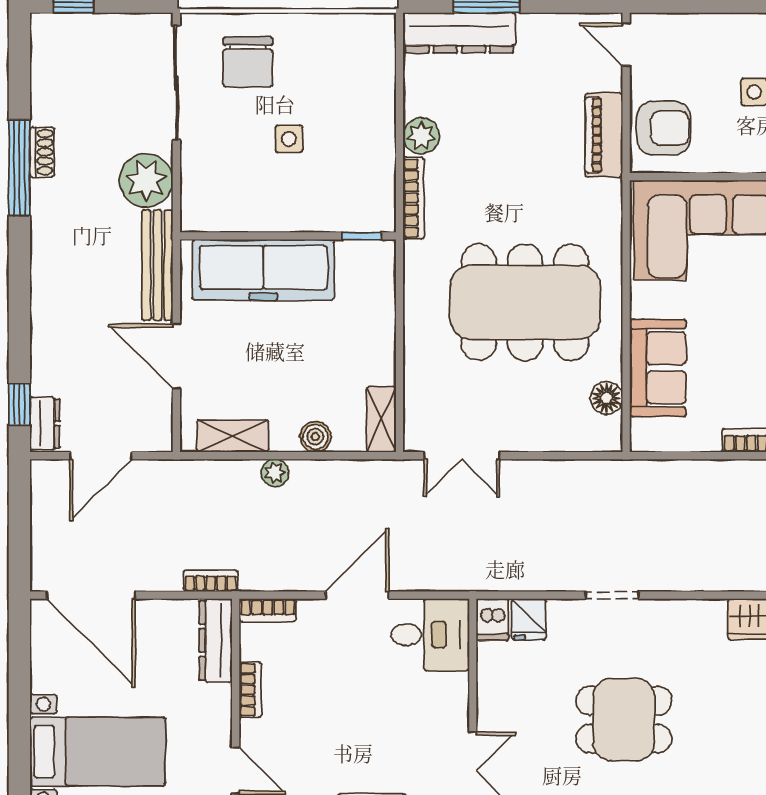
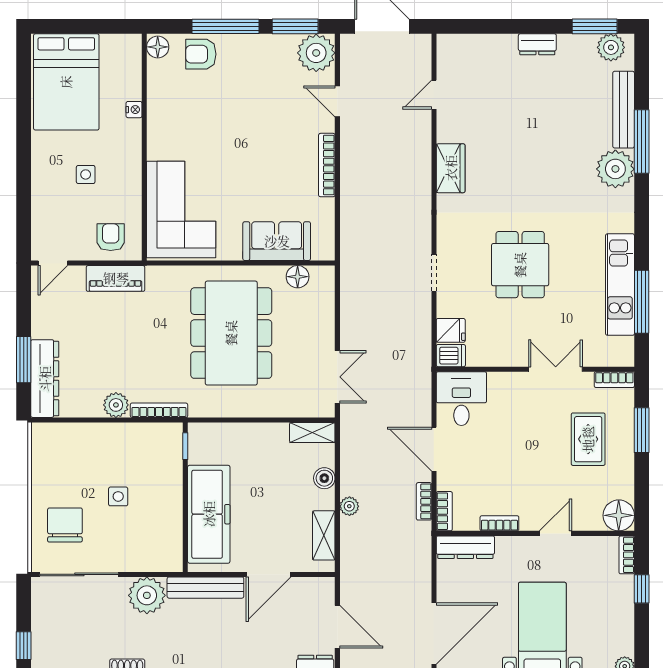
chair: (248, 62) -> (65, 525), turned -90
armchair: (664, 128) -> (111, 237), width x0.72, depth x0.72
bookcase: (211, 581) -> (424, 501), moved

